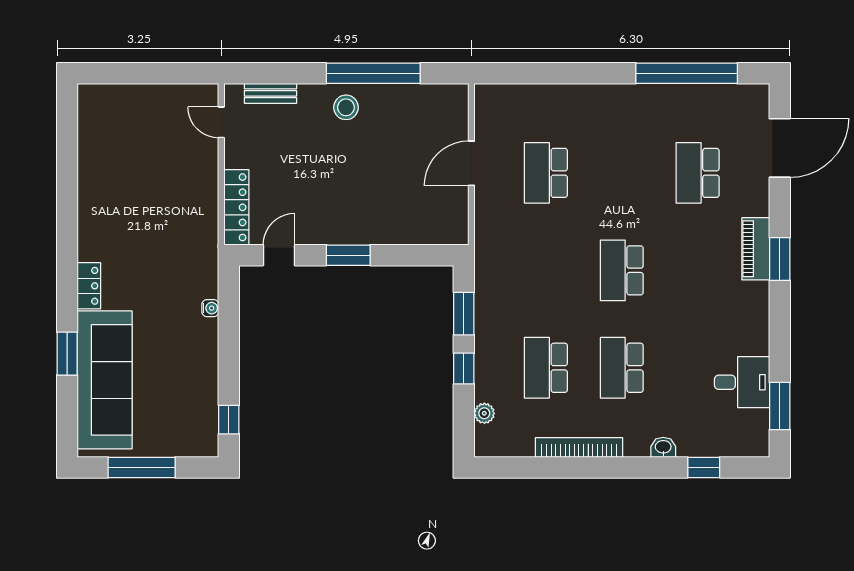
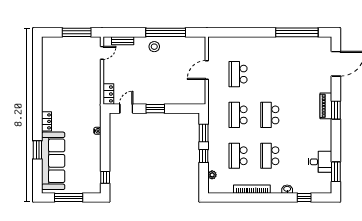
window: (161, 73) -> (77, 32), added
door: (221, 122) -> (102, 53), swing flipped
school desk: (698, 173) -> (238, 115), moved
locker: (236, 207) -> (108, 94), width x0.66

